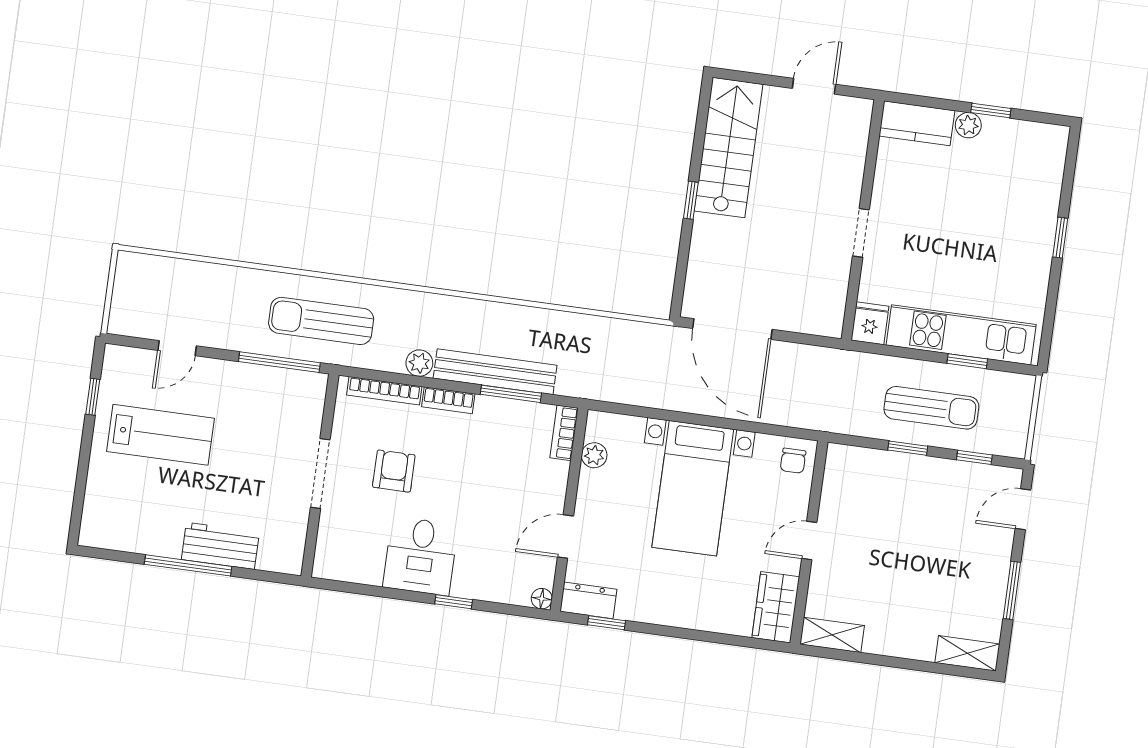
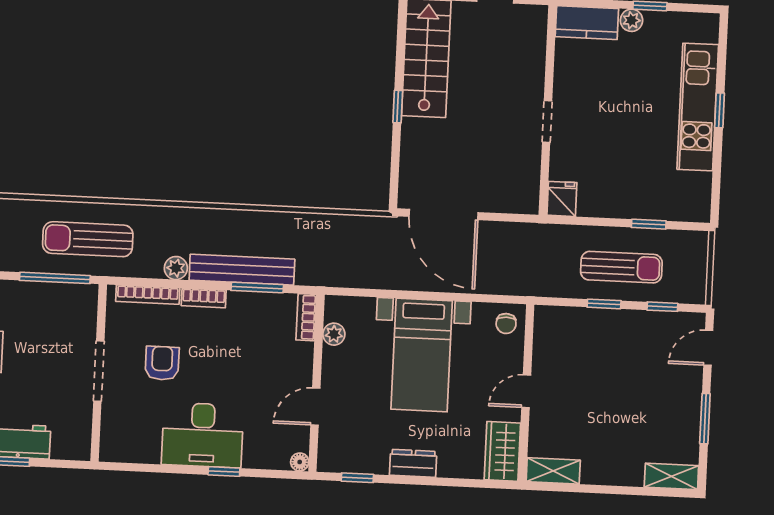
kitchen unit: (961, 335) -> (698, 107), moved, turned -90
desk: (420, 556) -> (202, 435), width x1.37
dresser: (588, 600) -> (413, 463), moved

